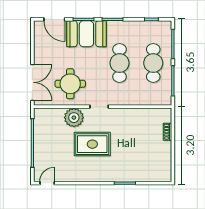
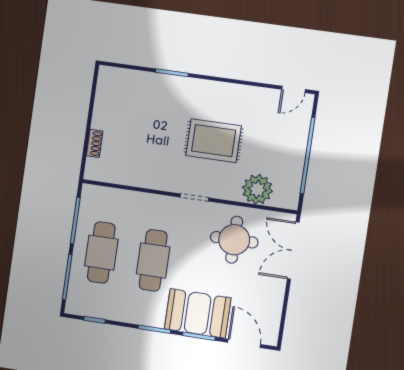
plant: (74, 118) -> (257, 189), moved

